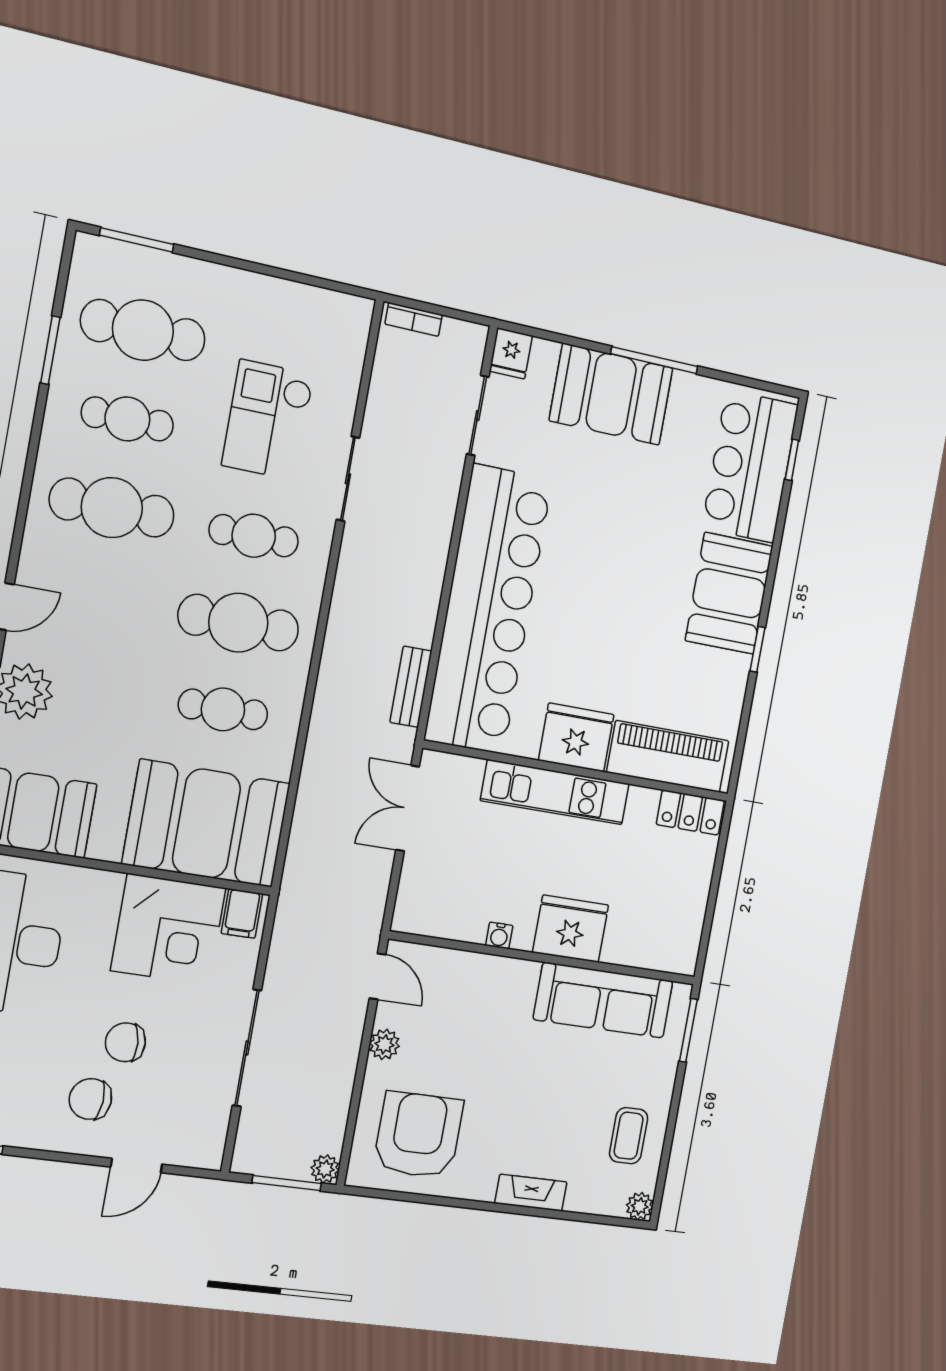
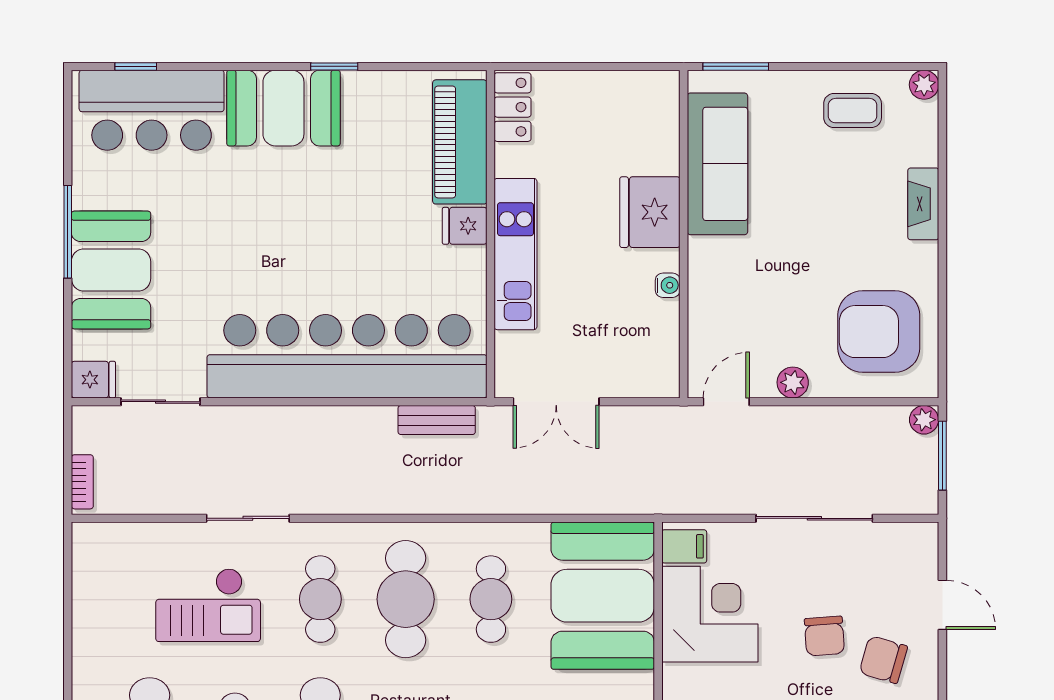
fridge: (576, 737) -> (465, 226), width x0.53, depth x0.75
chair: (90, 1099) -> (883, 660), turned 102

